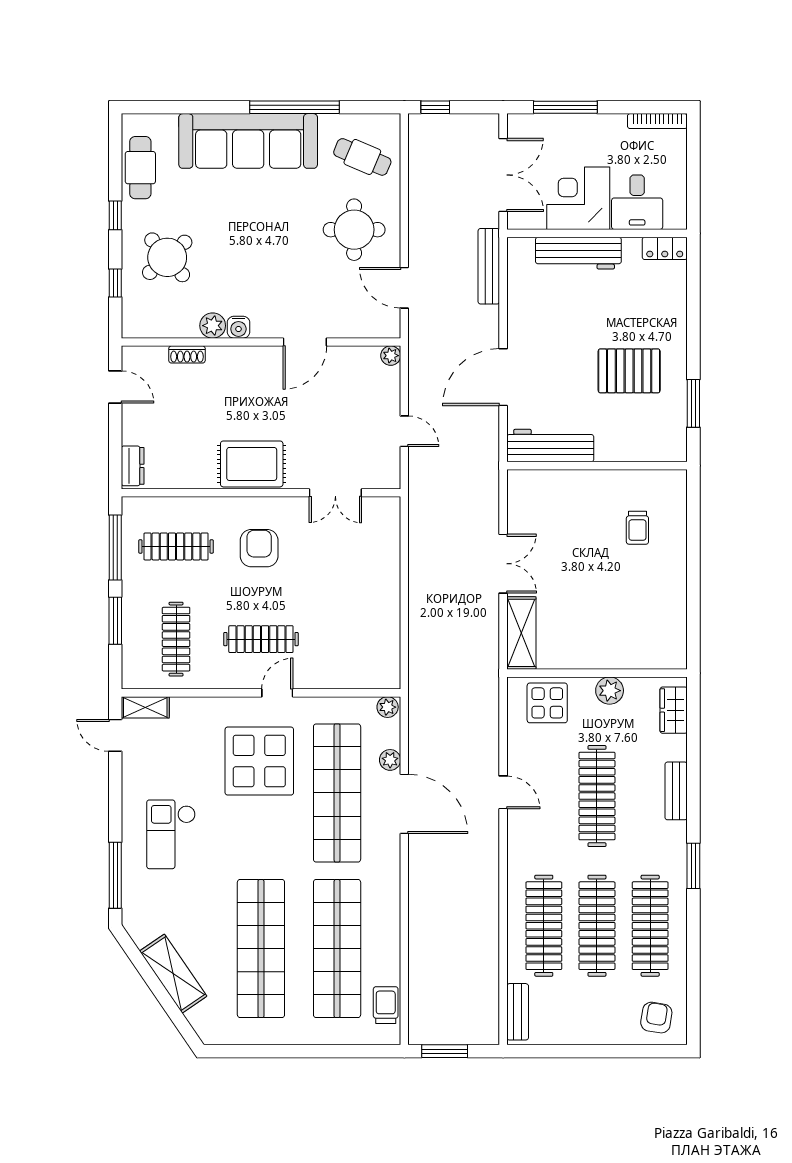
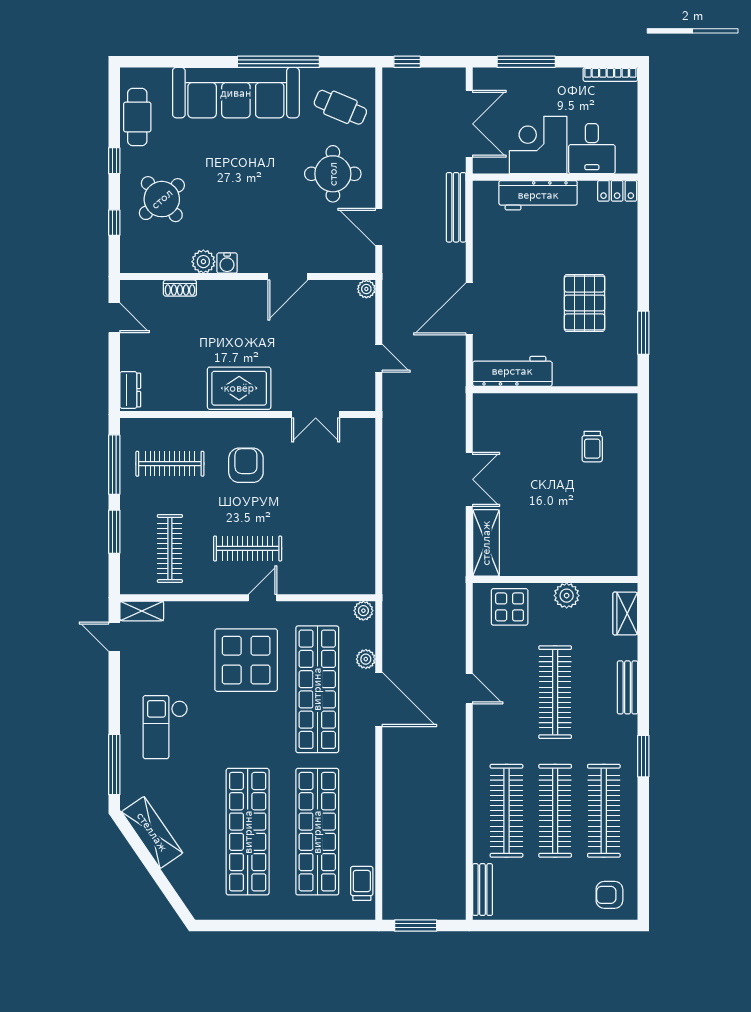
pallet: (629, 371) -> (585, 303), turned 90
shelving: (173, 974) -> (152, 832), moved
armchair: (656, 1018) -> (609, 895), turned -99

